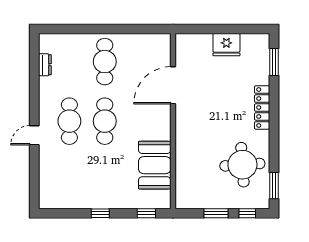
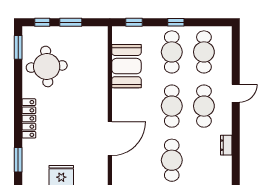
dresser: (45, 65) -> (226, 145), moved
cafe table: (69, 181) -> (204, 52), added
cafe table: (105, 181) -> (172, 52), added

